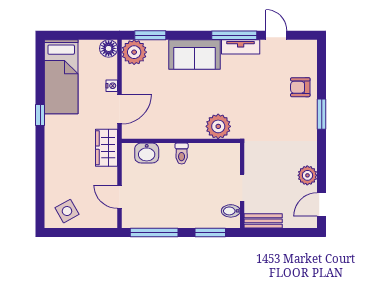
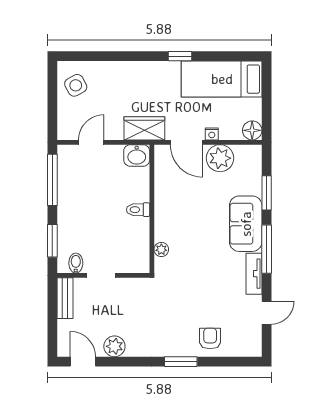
window: (150, 35) -> (267, 193), moved
window: (234, 35) -> (267, 249), moved
plant: (134, 52) -> (220, 158), moved
plant: (218, 126) -> (161, 249), width x0.53, depth x0.53
washbasin: (147, 153) -> (137, 155), moved, turned -90

